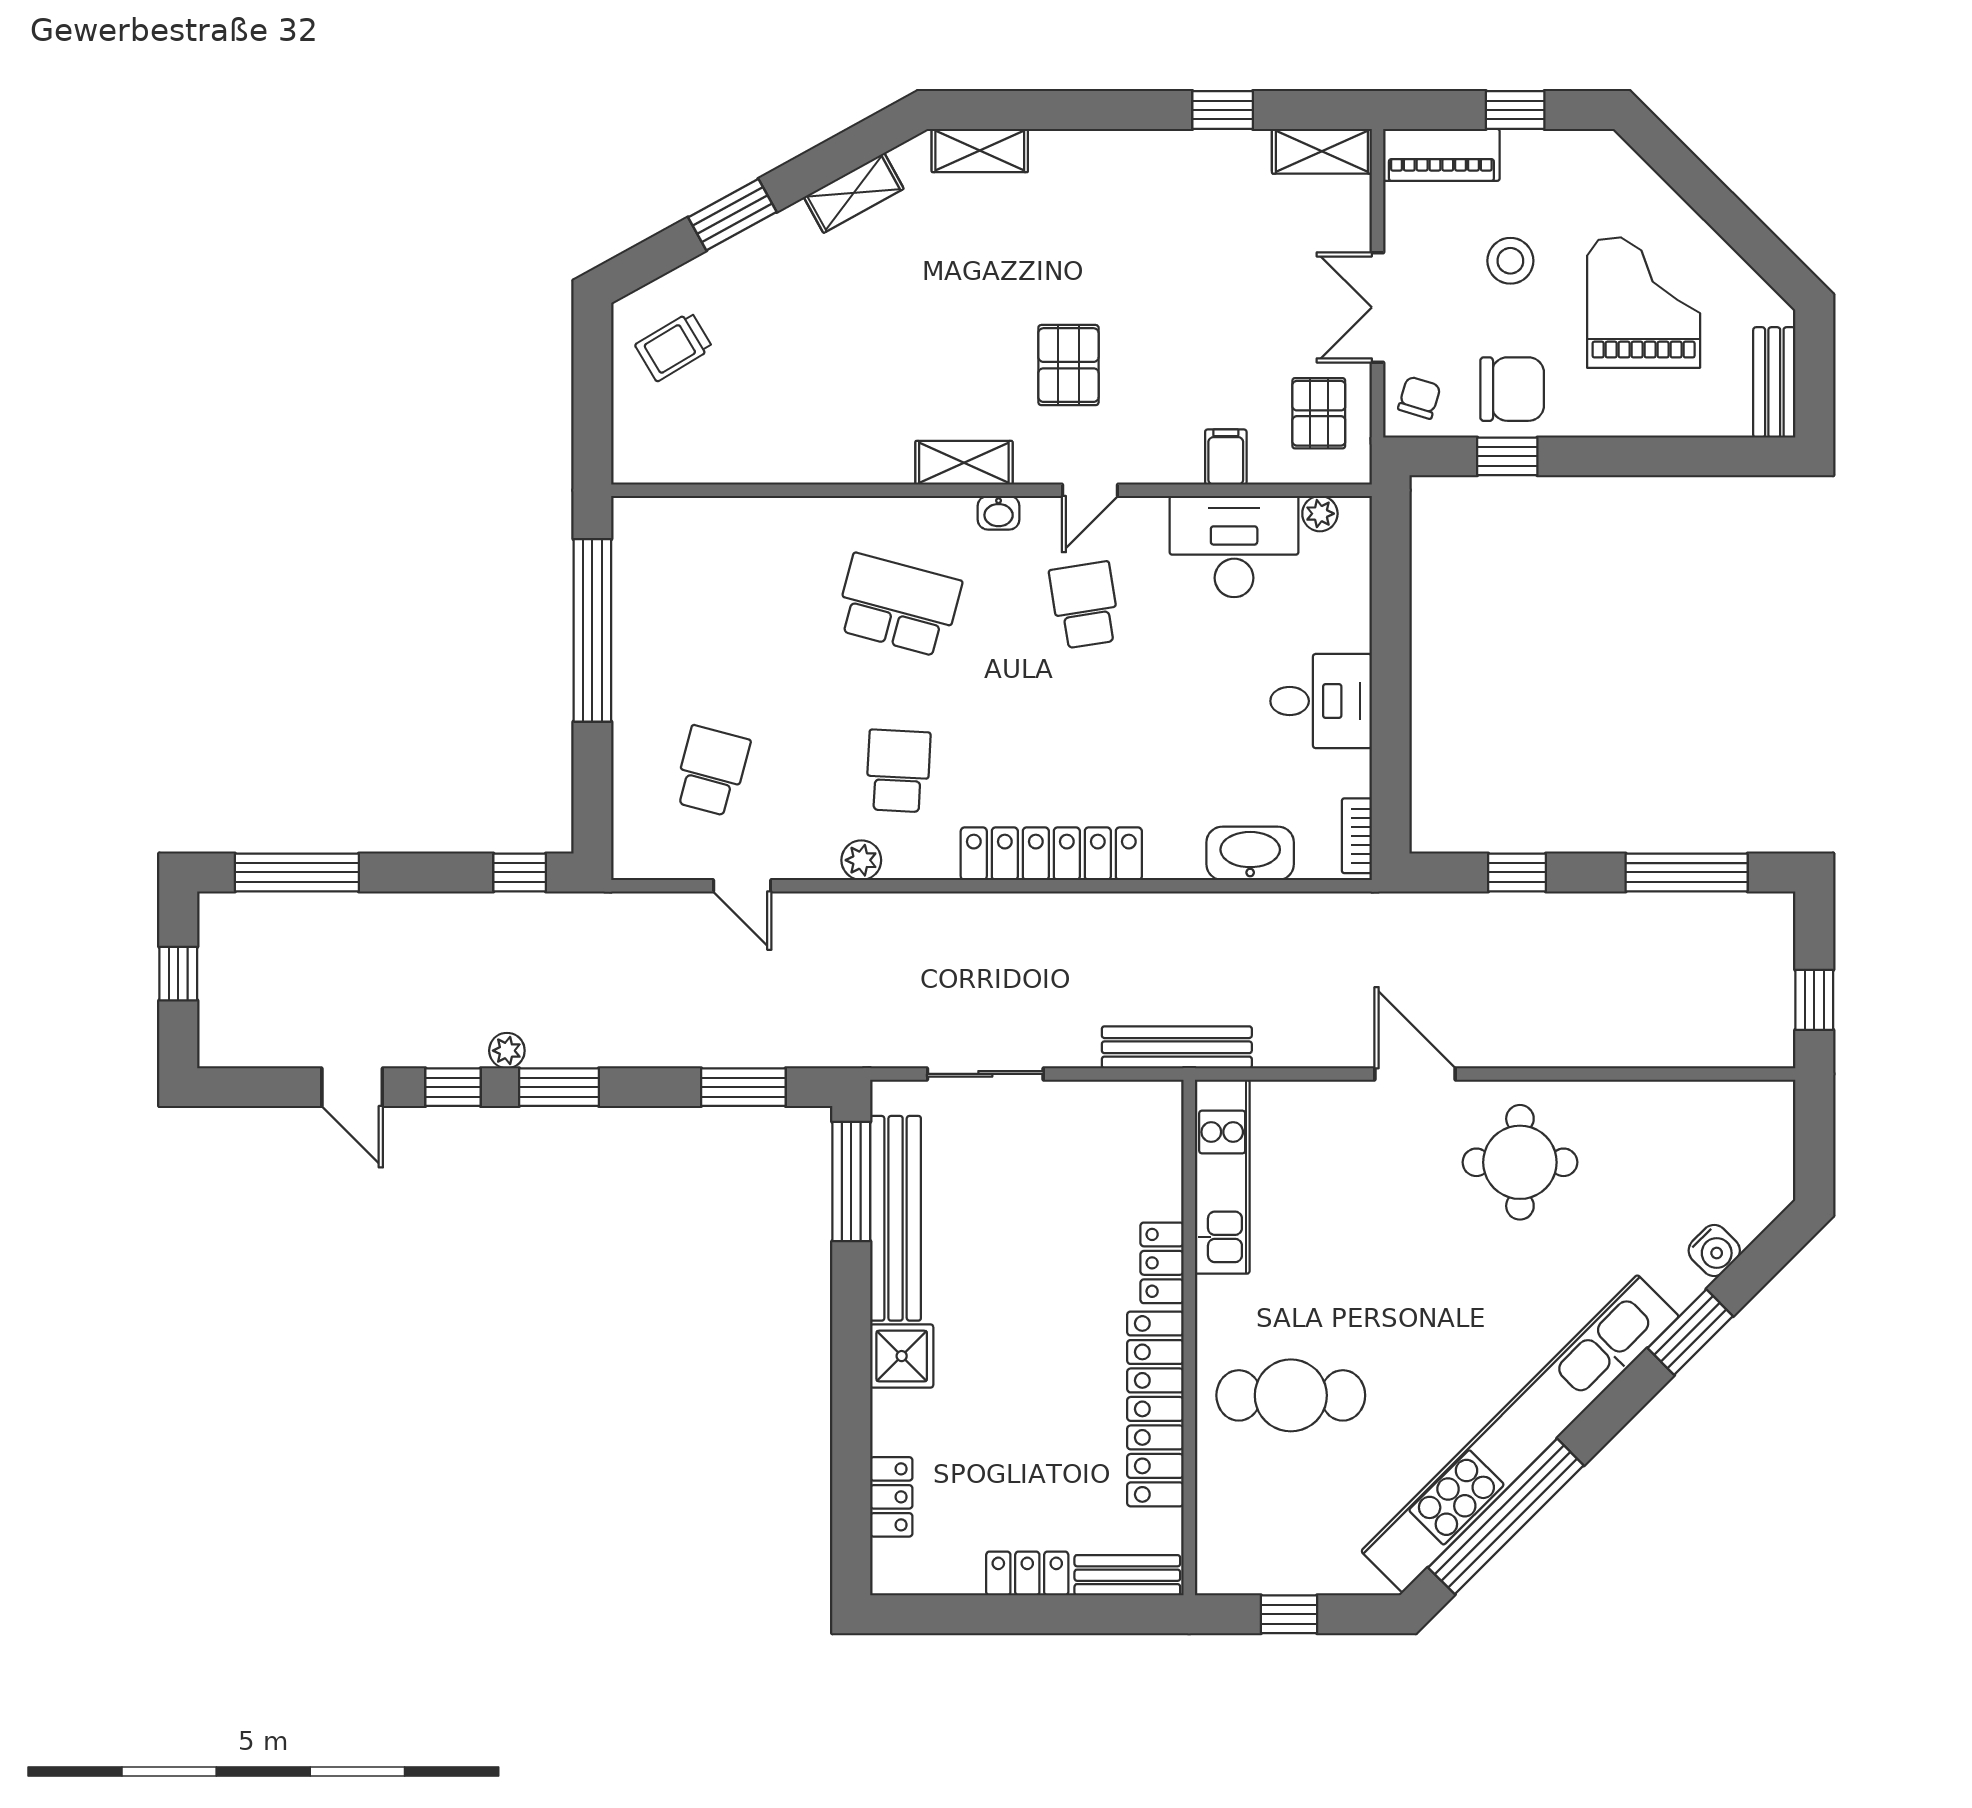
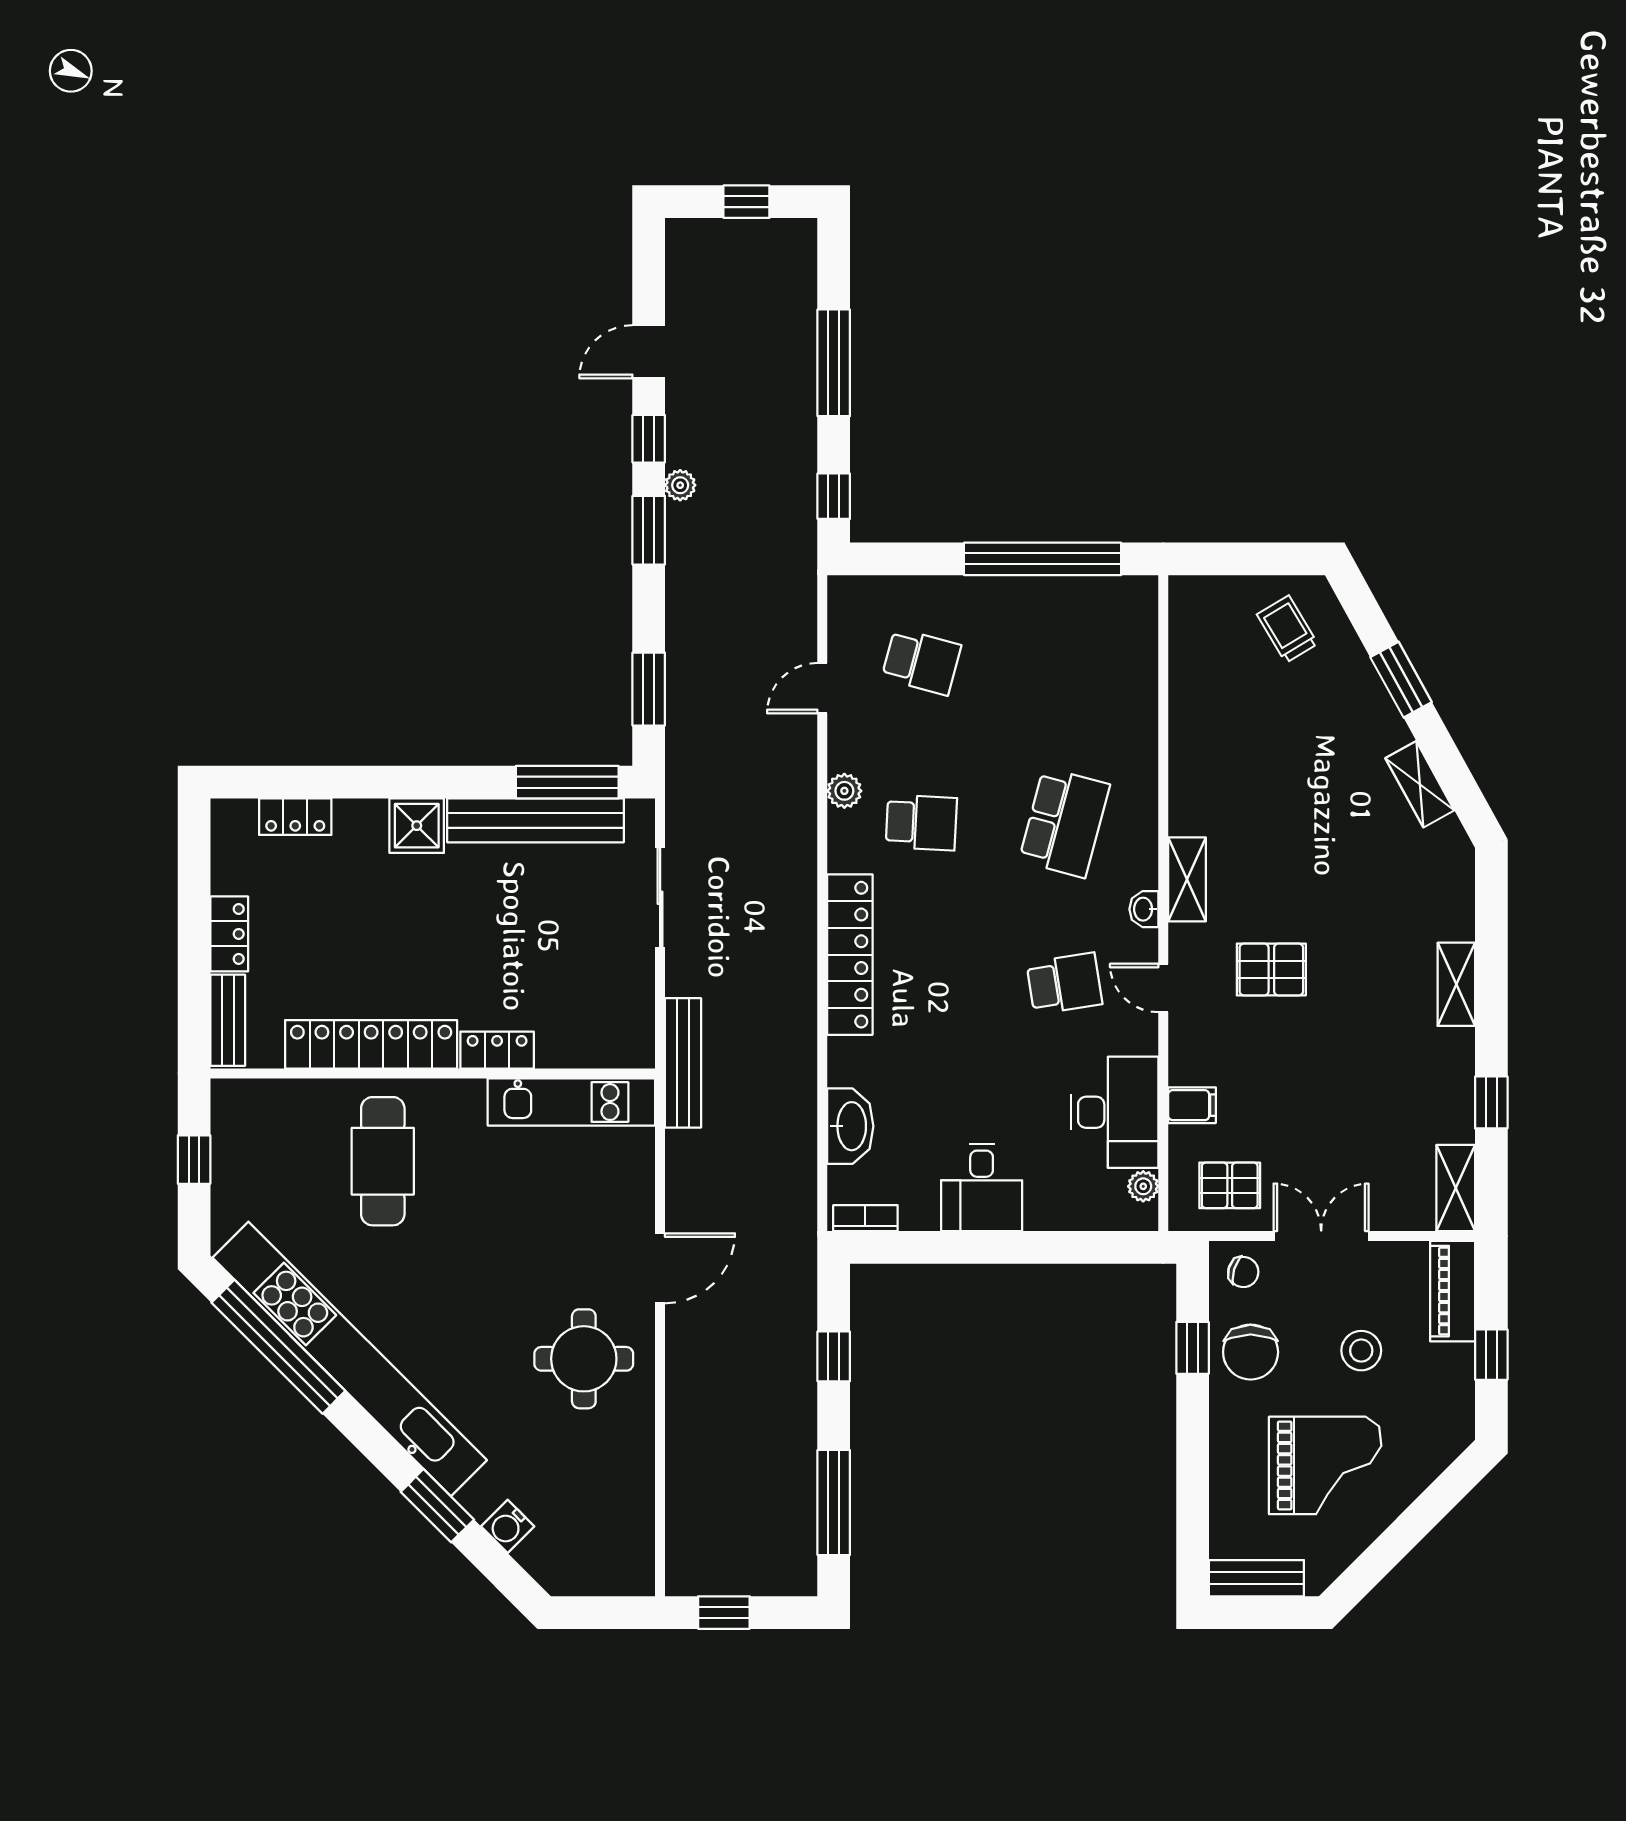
shelving: (980, 151) -> (1456, 984), moved
window: (297, 872) -> (834, 363), moved

